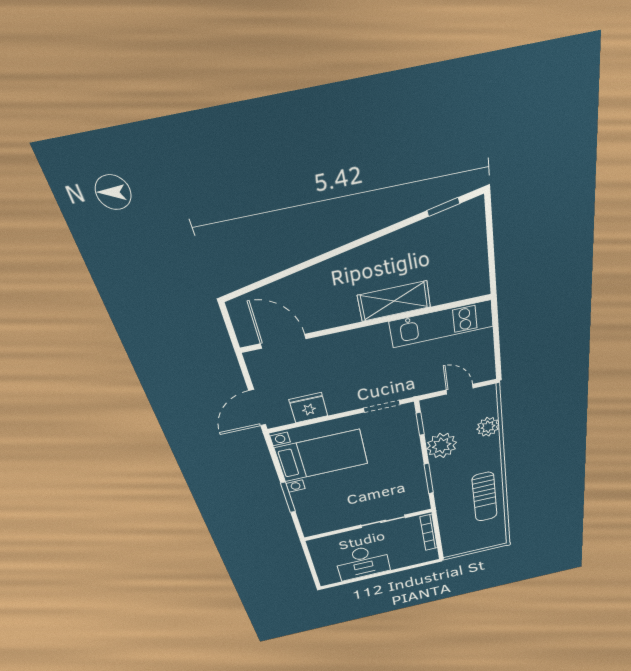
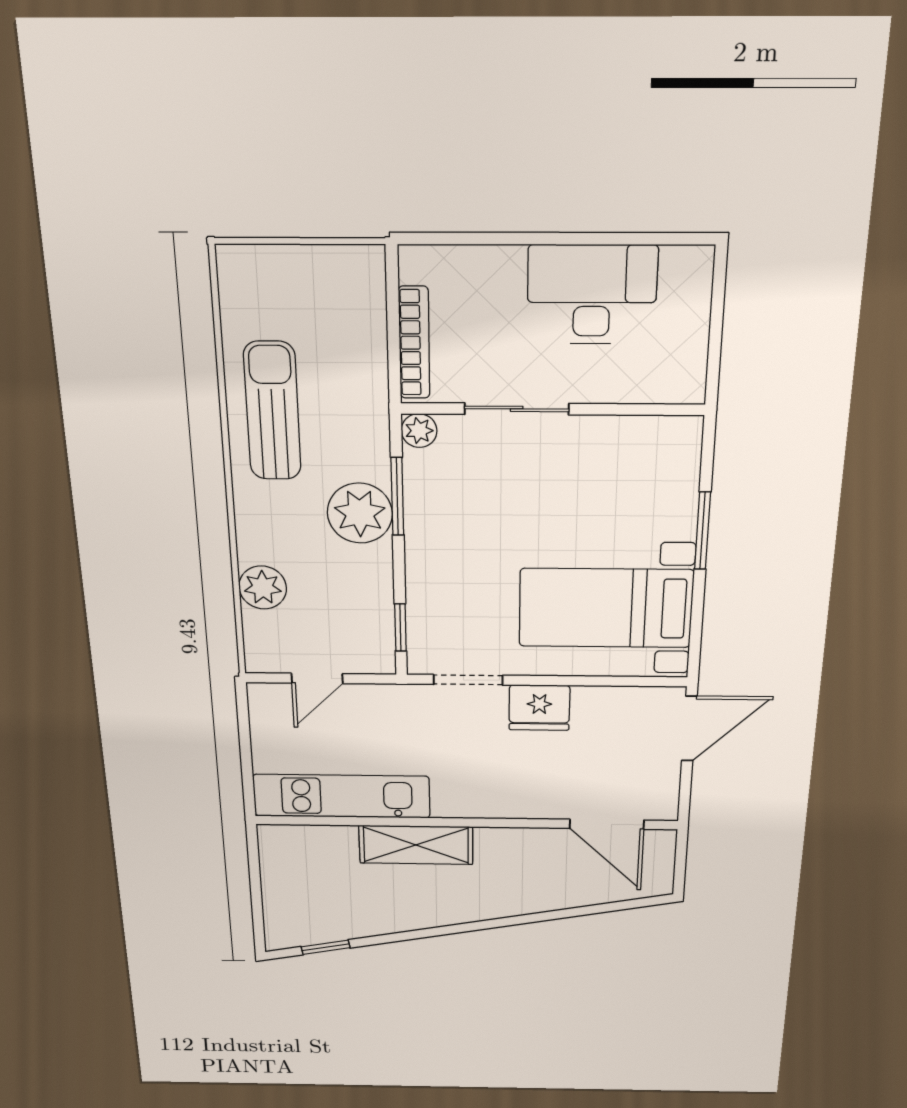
door: (460, 389) -> (317, 678), hinge flipped
fridge: (308, 408) -> (539, 708), moved
plant: (442, 446) -> (360, 513), moved
plant: (423, 505) -> (419, 431), added

